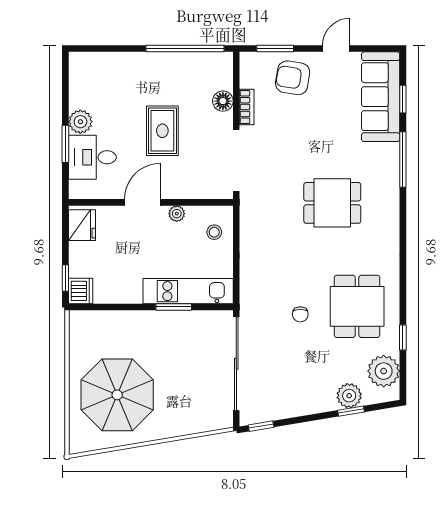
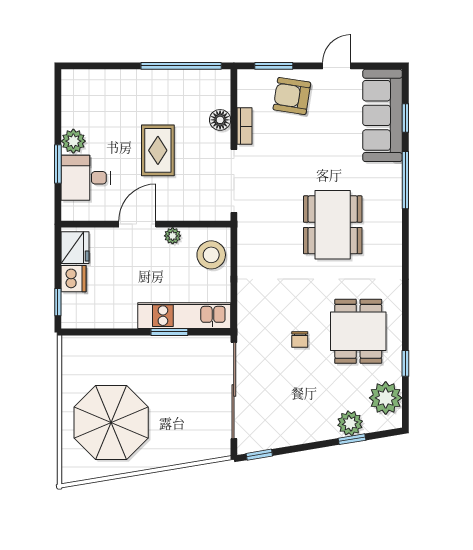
dining table: (332, 203) -> (333, 225), width x1.38
stool: (214, 232) -> (211, 255), width x1.89, depth x1.89
dishwasher: (81, 291) -> (74, 279), moved

